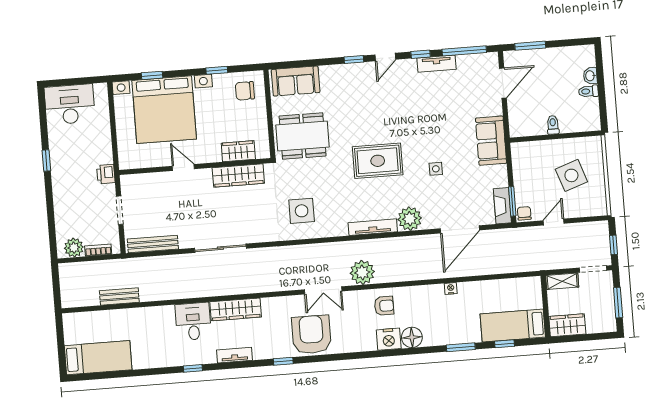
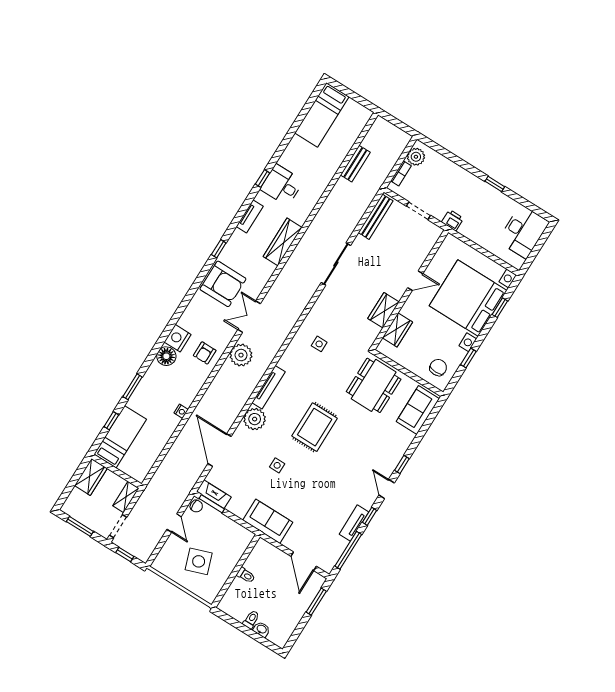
wardrobe: (238, 176) -> (384, 310), width x0.67
side table: (302, 211) -> (319, 344), width x0.54, depth x0.54
desk: (193, 321) -> (282, 185), moved, turned 180

